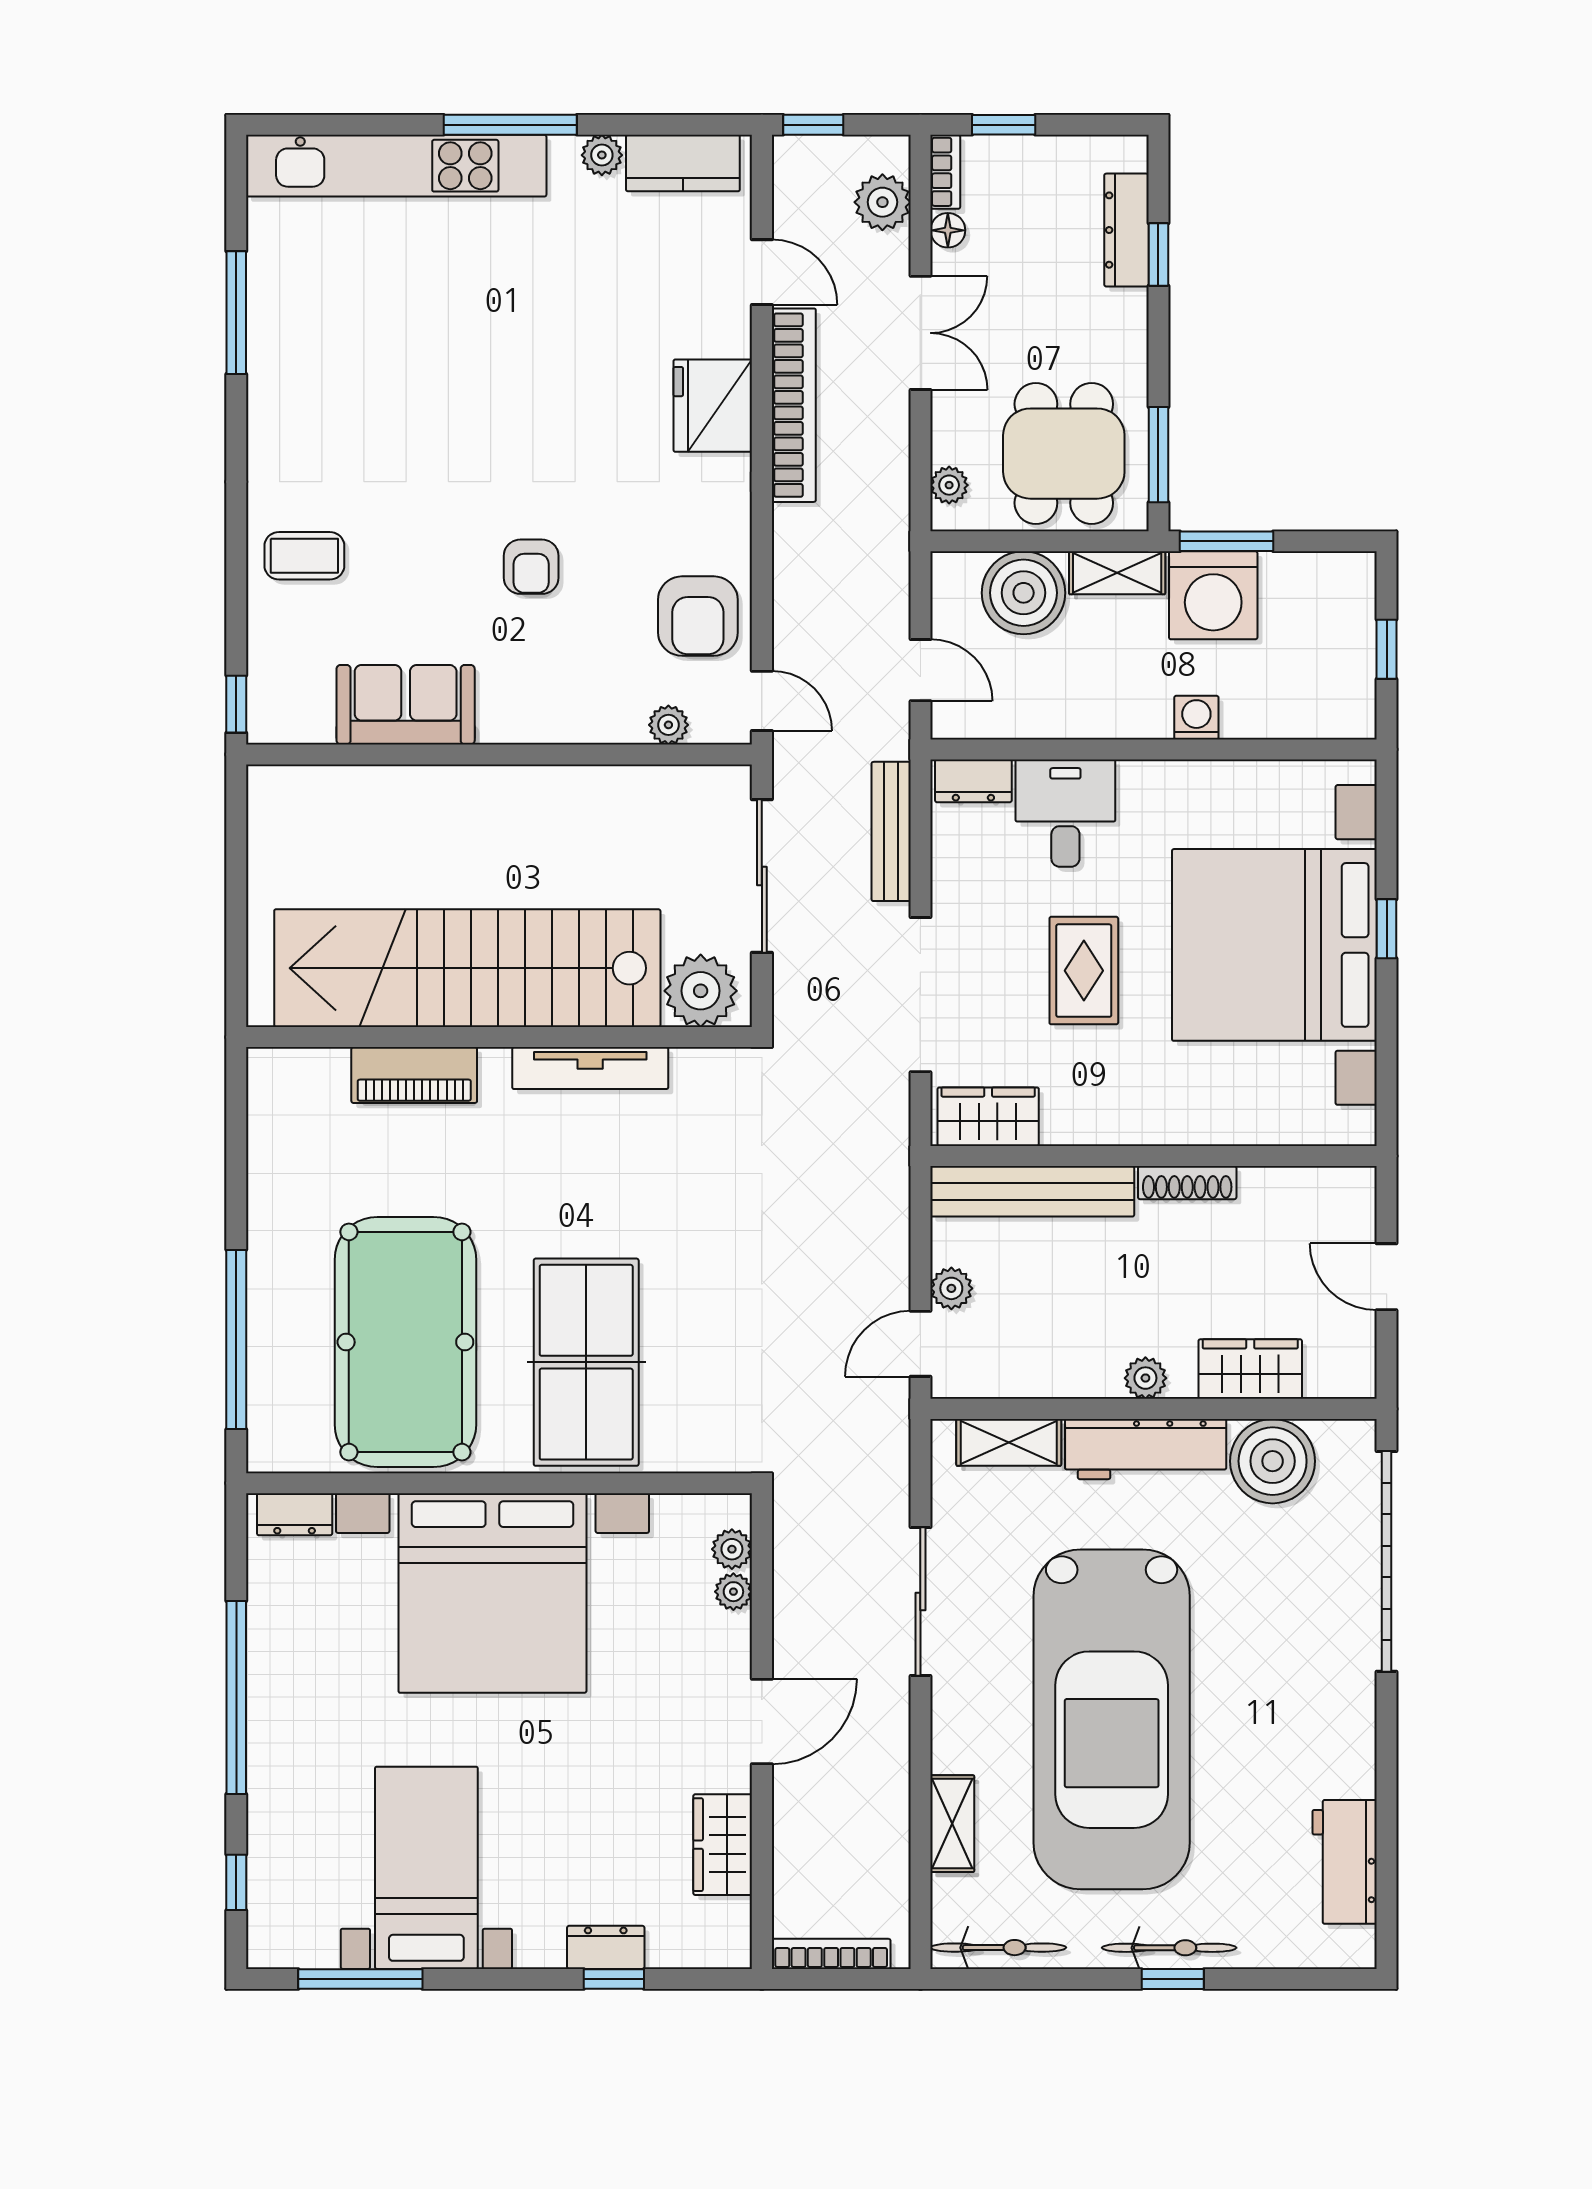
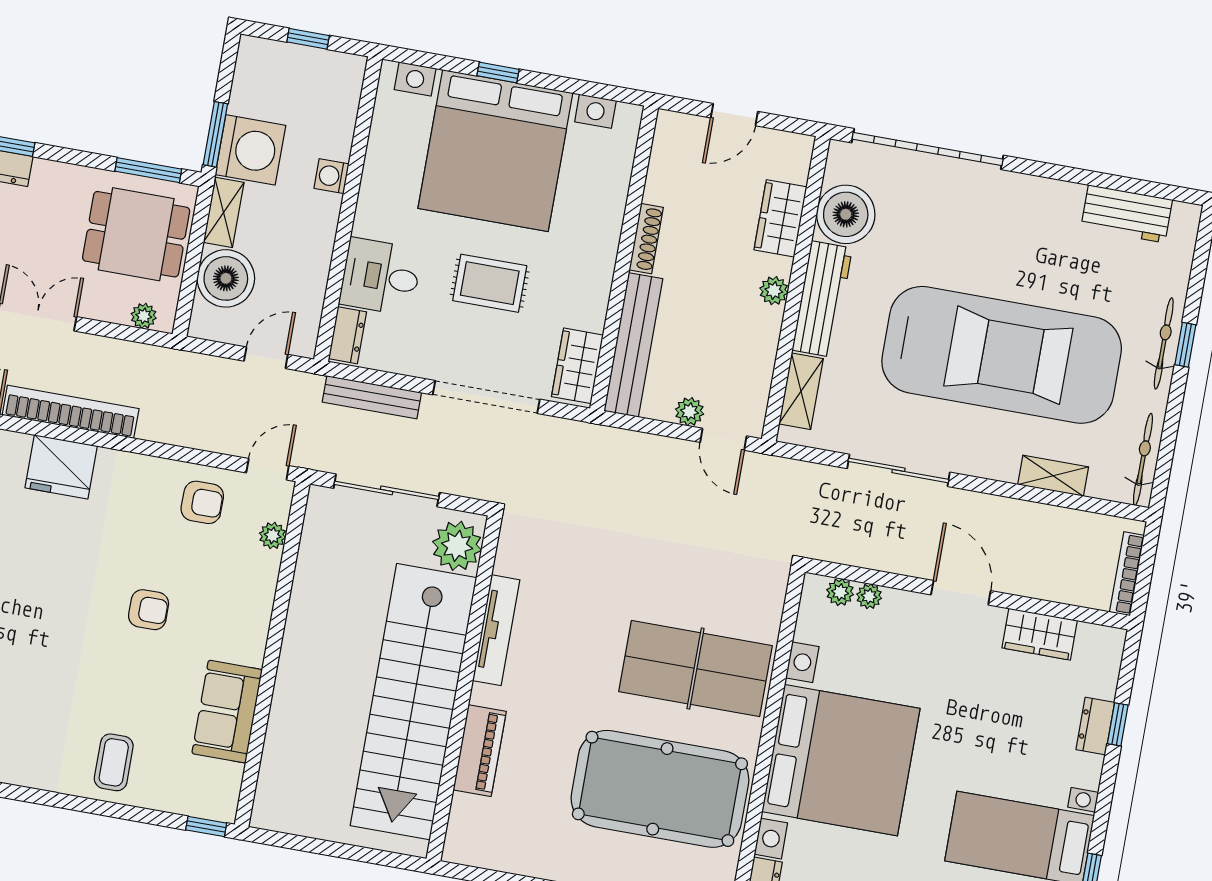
armchair: (698, 616) -> (202, 502), width x0.72, depth x0.72

